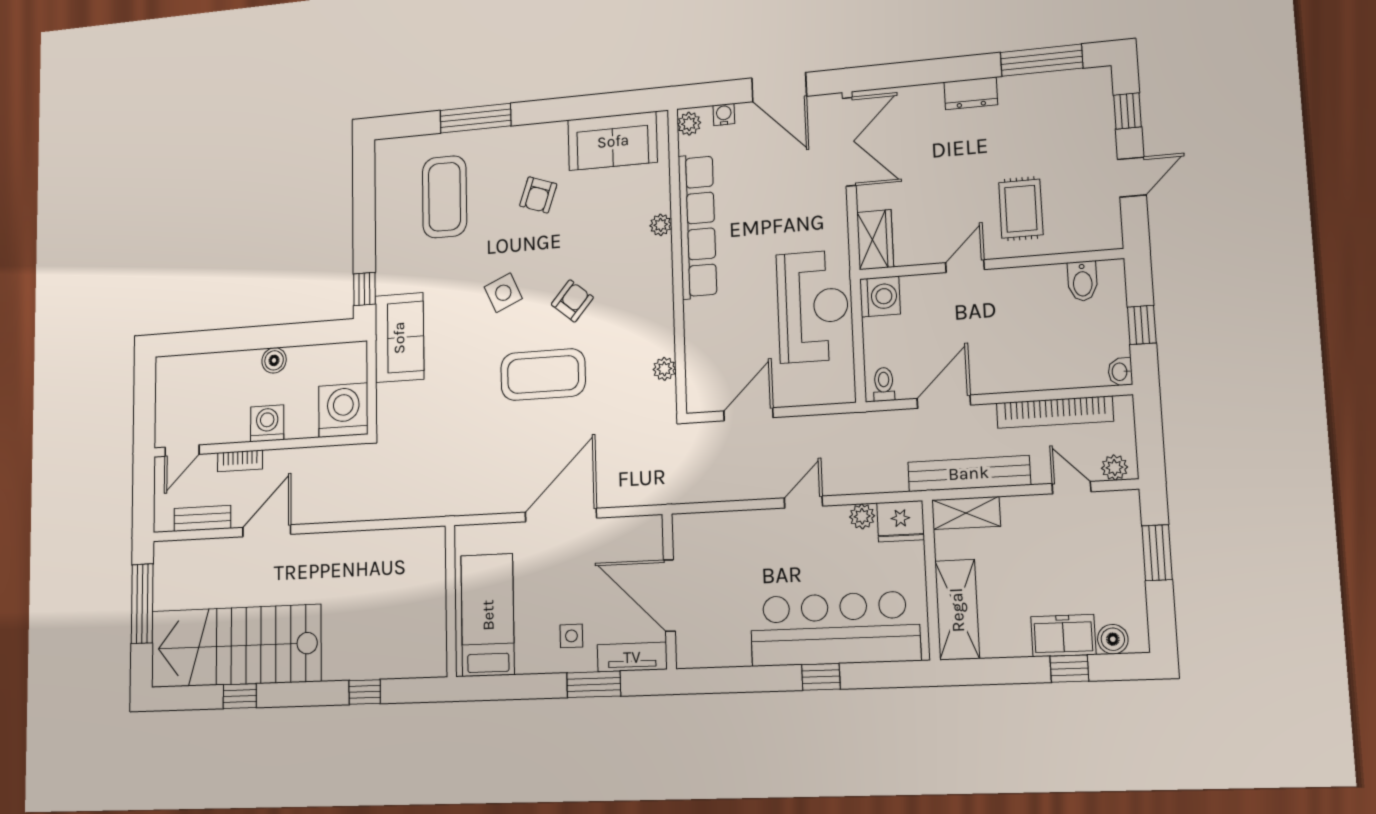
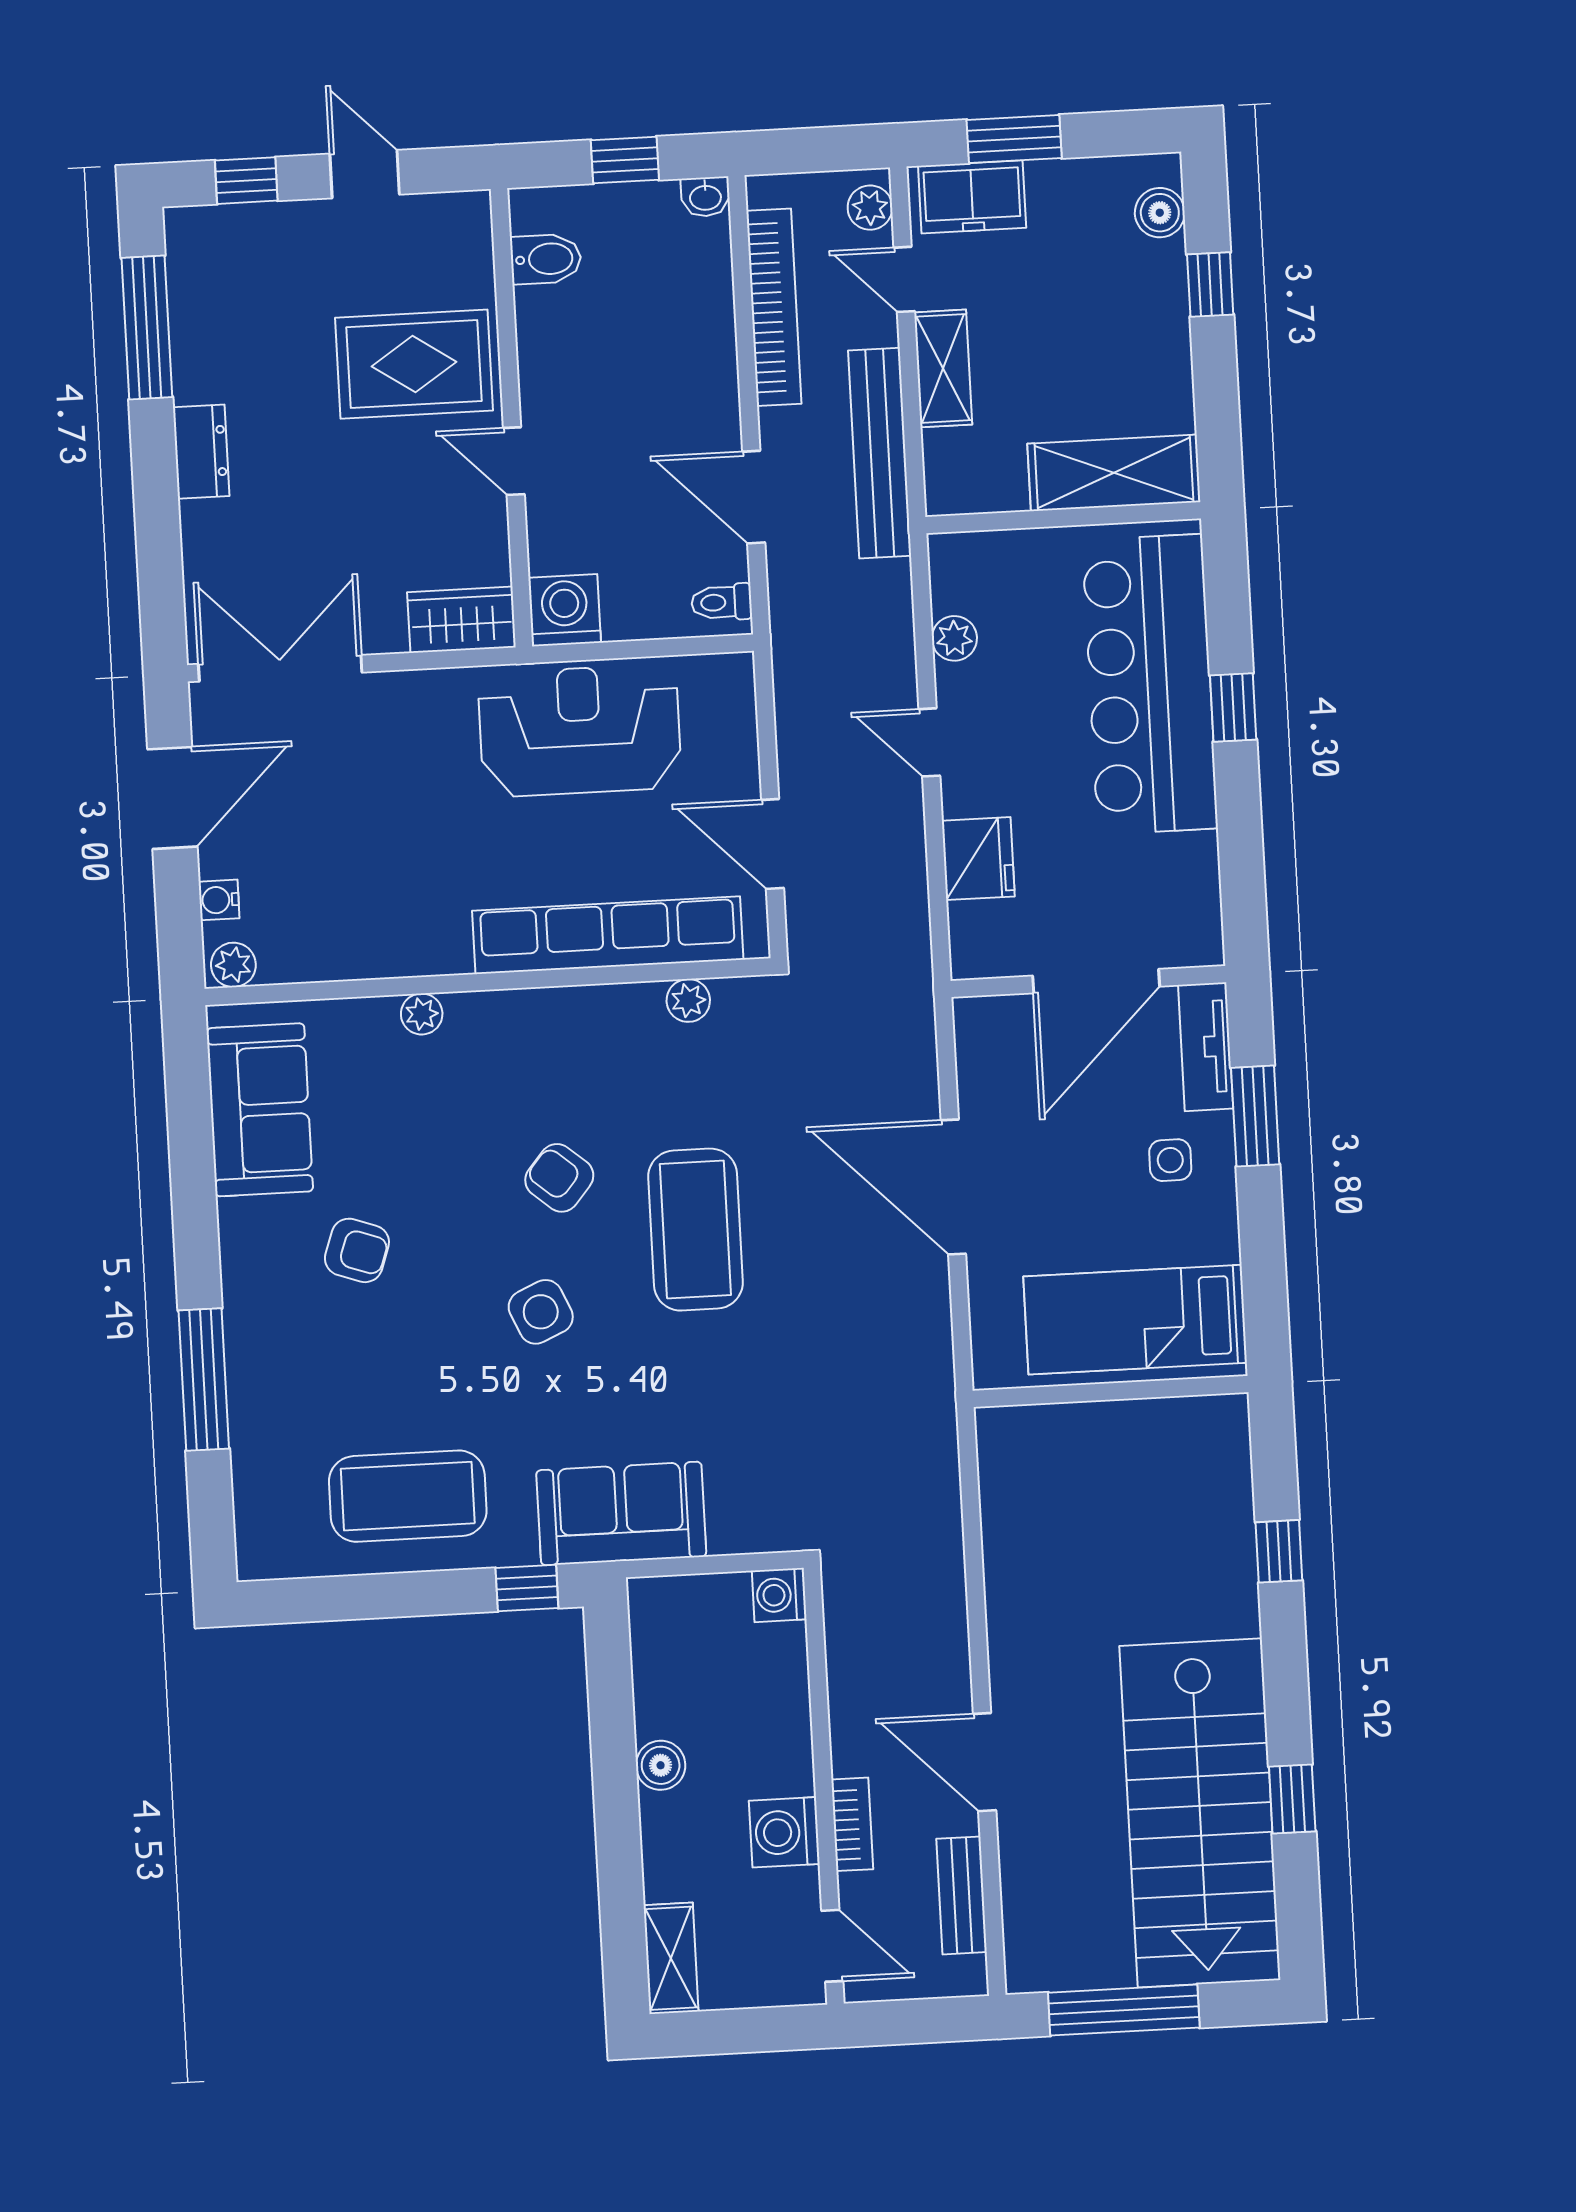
coffee table: (445, 197) -> (408, 1496), moved
rug: (1021, 209) -> (414, 364), width x1.36, depth x1.43
row of seats: (697, 226) -> (608, 935), moved
shelving: (181, 367) -> (671, 1958), added
washing machine: (343, 410) -> (779, 1595), width x0.53, depth x0.53
washing machine: (267, 423) -> (784, 1832), moved
door: (1072, 488) -> (904, 279), hinge flipped
shelving: (966, 513) -> (943, 368), moved
fridge: (901, 521) -> (978, 859), moved
freezer: (1063, 636) -> (972, 197), moved, turned -90

